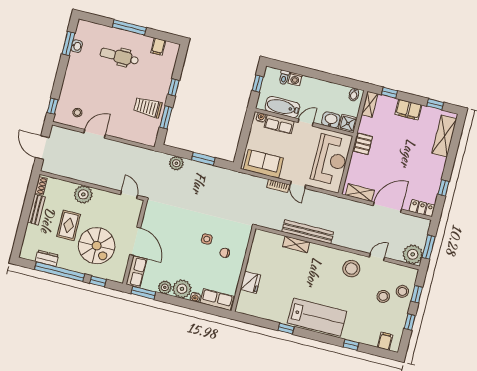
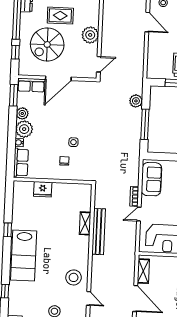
window: (203, 159) -> (145, 124), width x1.44
plant: (83, 194) -> (90, 35), moved

